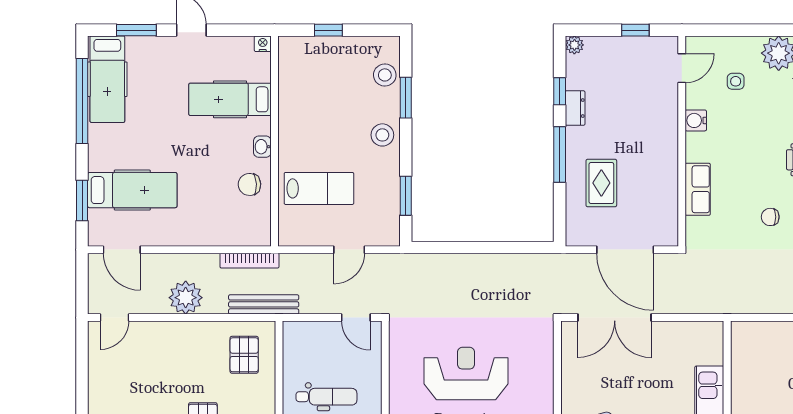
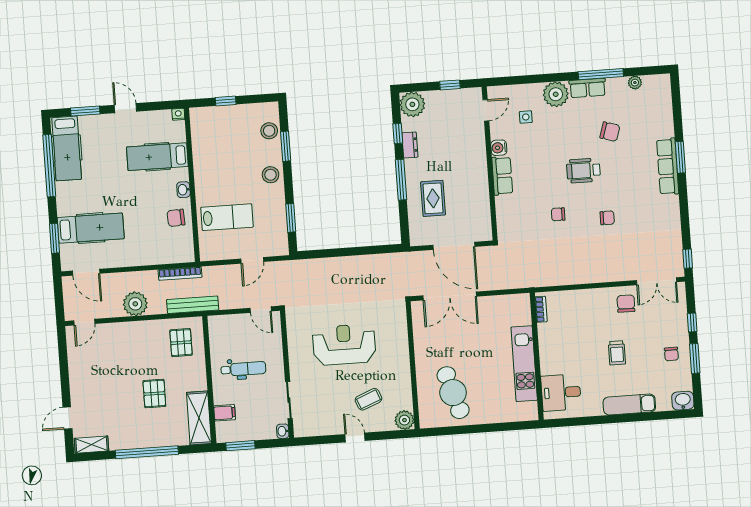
plant: (574, 45) -> (412, 104), width x1.87, depth x1.87
row of seats: (698, 189) -> (502, 176), moved
bookcase: (738, 345) -> (541, 309), added

